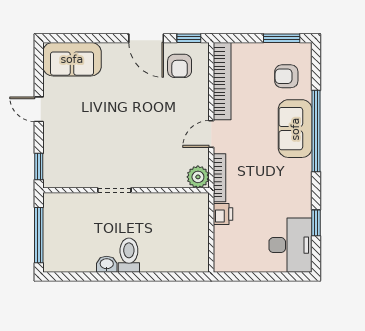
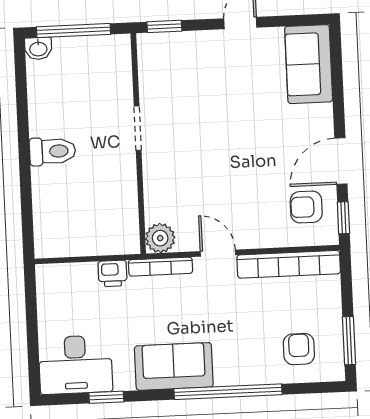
sofa: (295, 129) -> (174, 366), moved
washbasin: (107, 264) -> (38, 48), moved, turned 90

